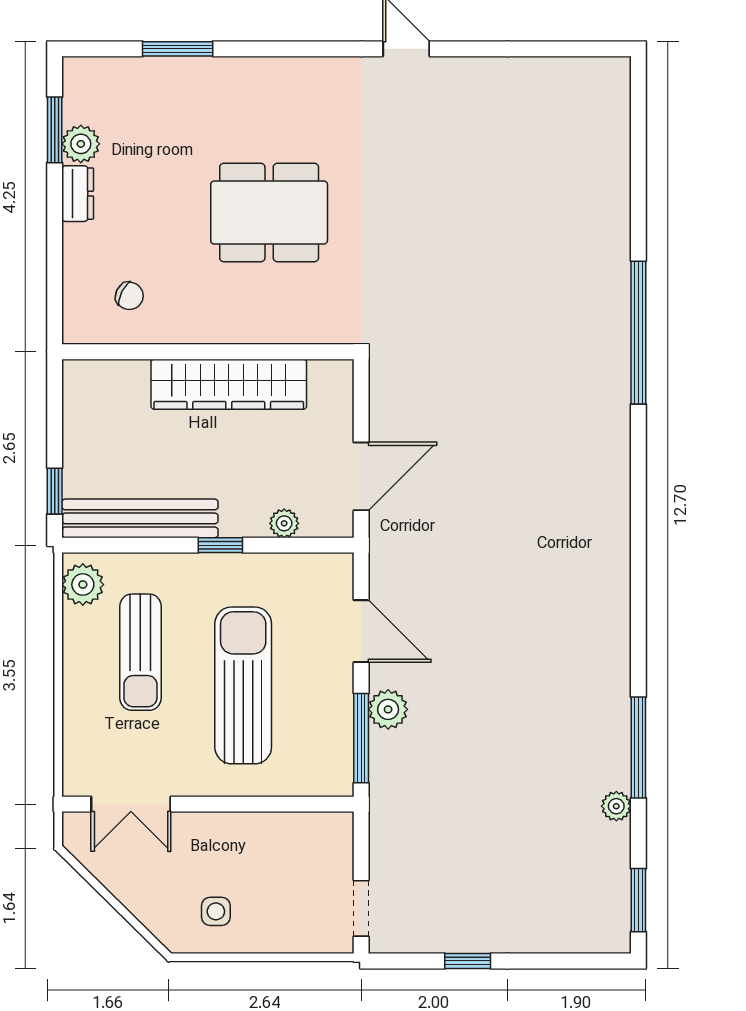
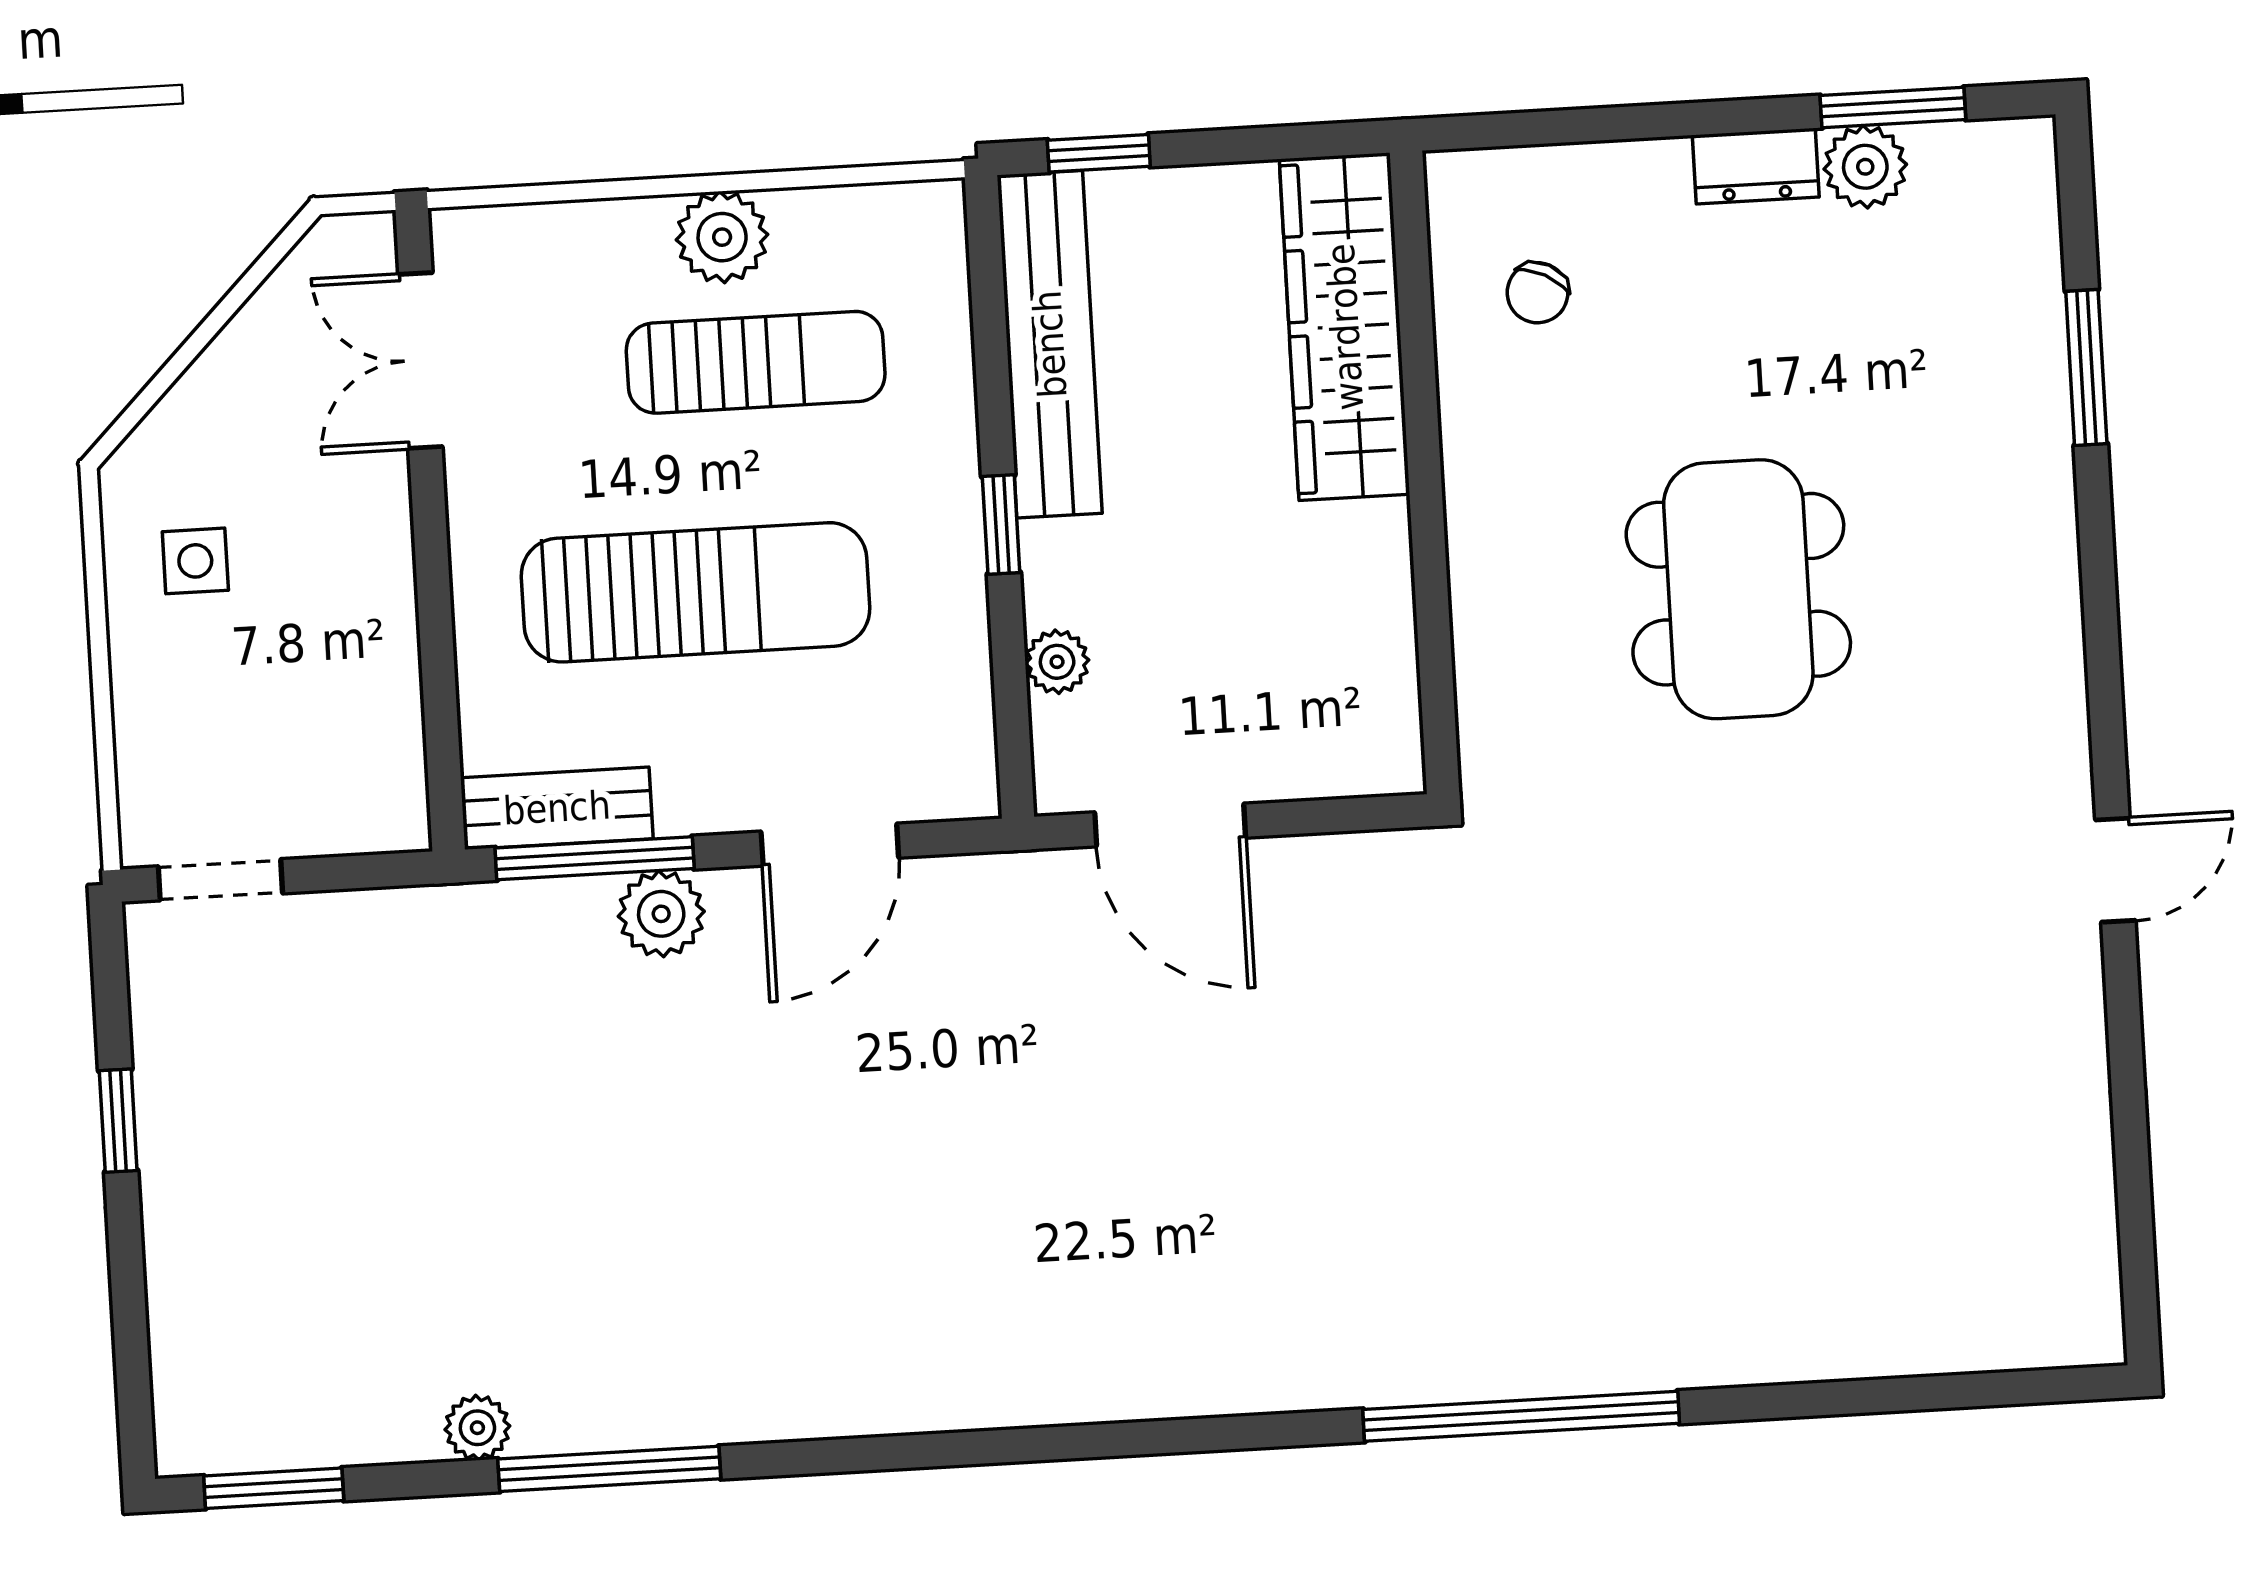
wardrobe: (229, 384) -> (1345, 327), moved
plant: (83, 585) -> (722, 237), moved
sun lounger: (140, 652) -> (756, 362), turned 180
bench: (337, 754) -> (557, 808), added

